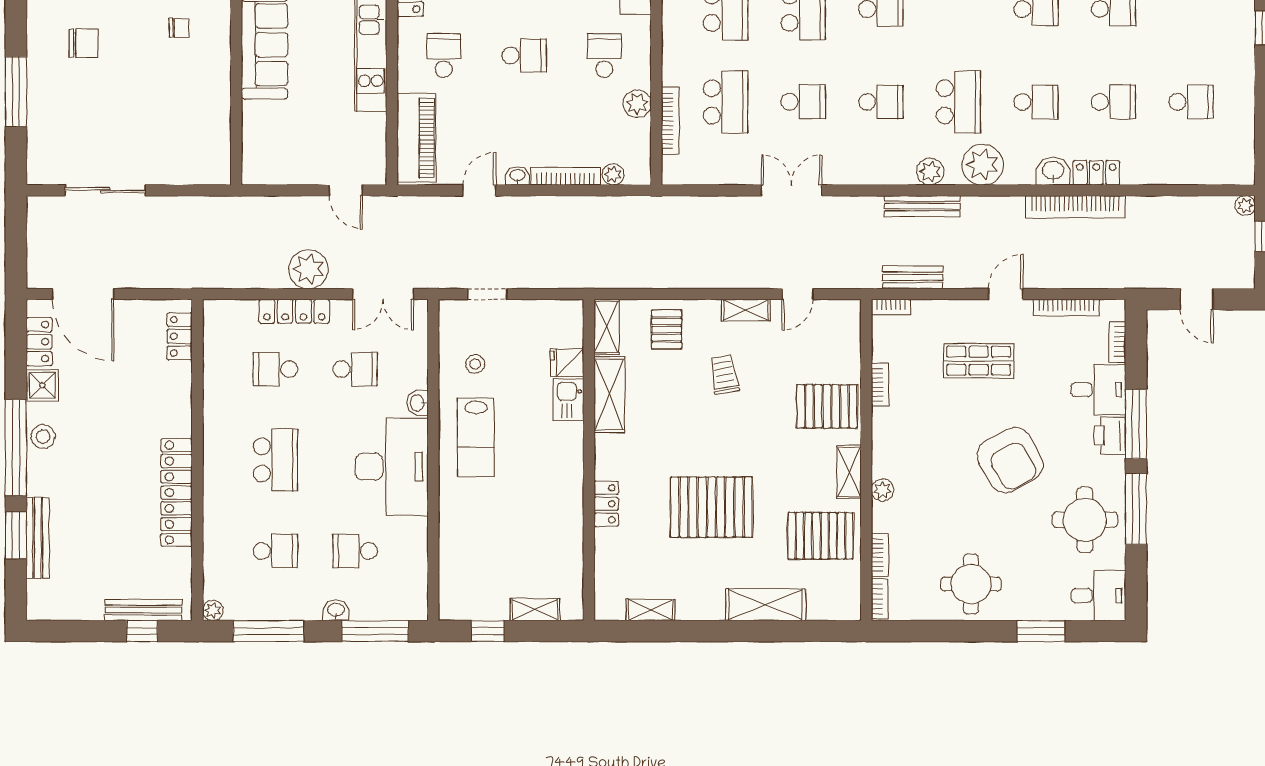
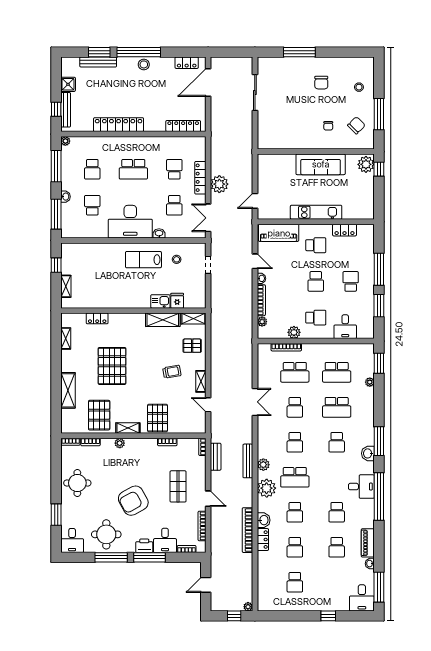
locker: (180, 336) -> (183, 126), width x1.53
shower: (42, 385) -> (68, 84), moved
locker: (606, 504) -> (97, 318), moved

